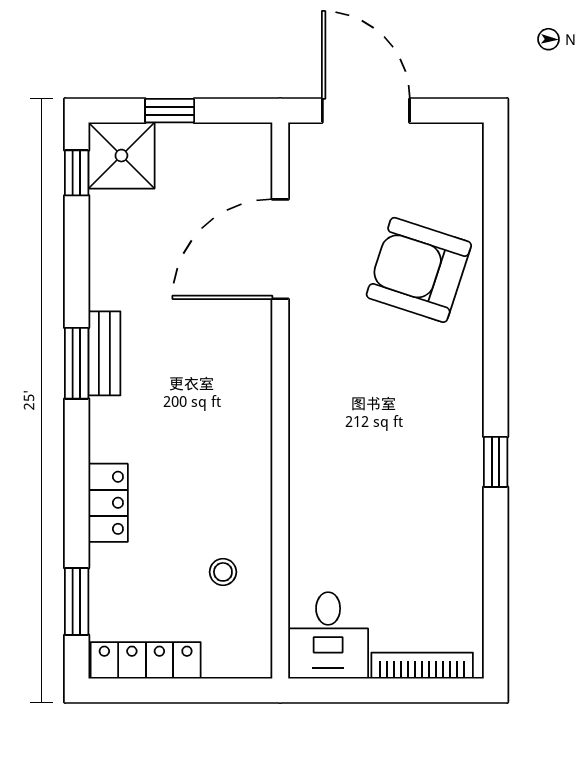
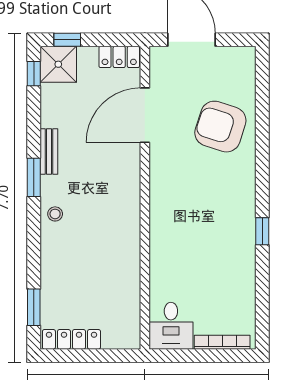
window: (170, 111) -> (67, 40), moved
bench: (104, 353) -> (49, 151), moved
locker: (108, 503) -> (119, 57), moved, turned 90
stool: (223, 572) -> (55, 214), moved

